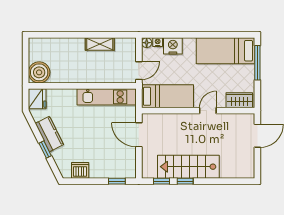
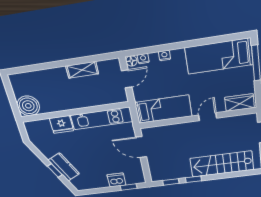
nightstand: (173, 46) -> (164, 55), width x0.53, depth x0.56
door: (139, 71) -> (127, 79), moved
fridge: (37, 99) -> (61, 124), moved, turned 90
kitchen counter: (49, 134) -> (64, 167), moved
stairs: (188, 167) -> (222, 164), moved
dishwasher: (80, 170) -> (116, 180), moved

